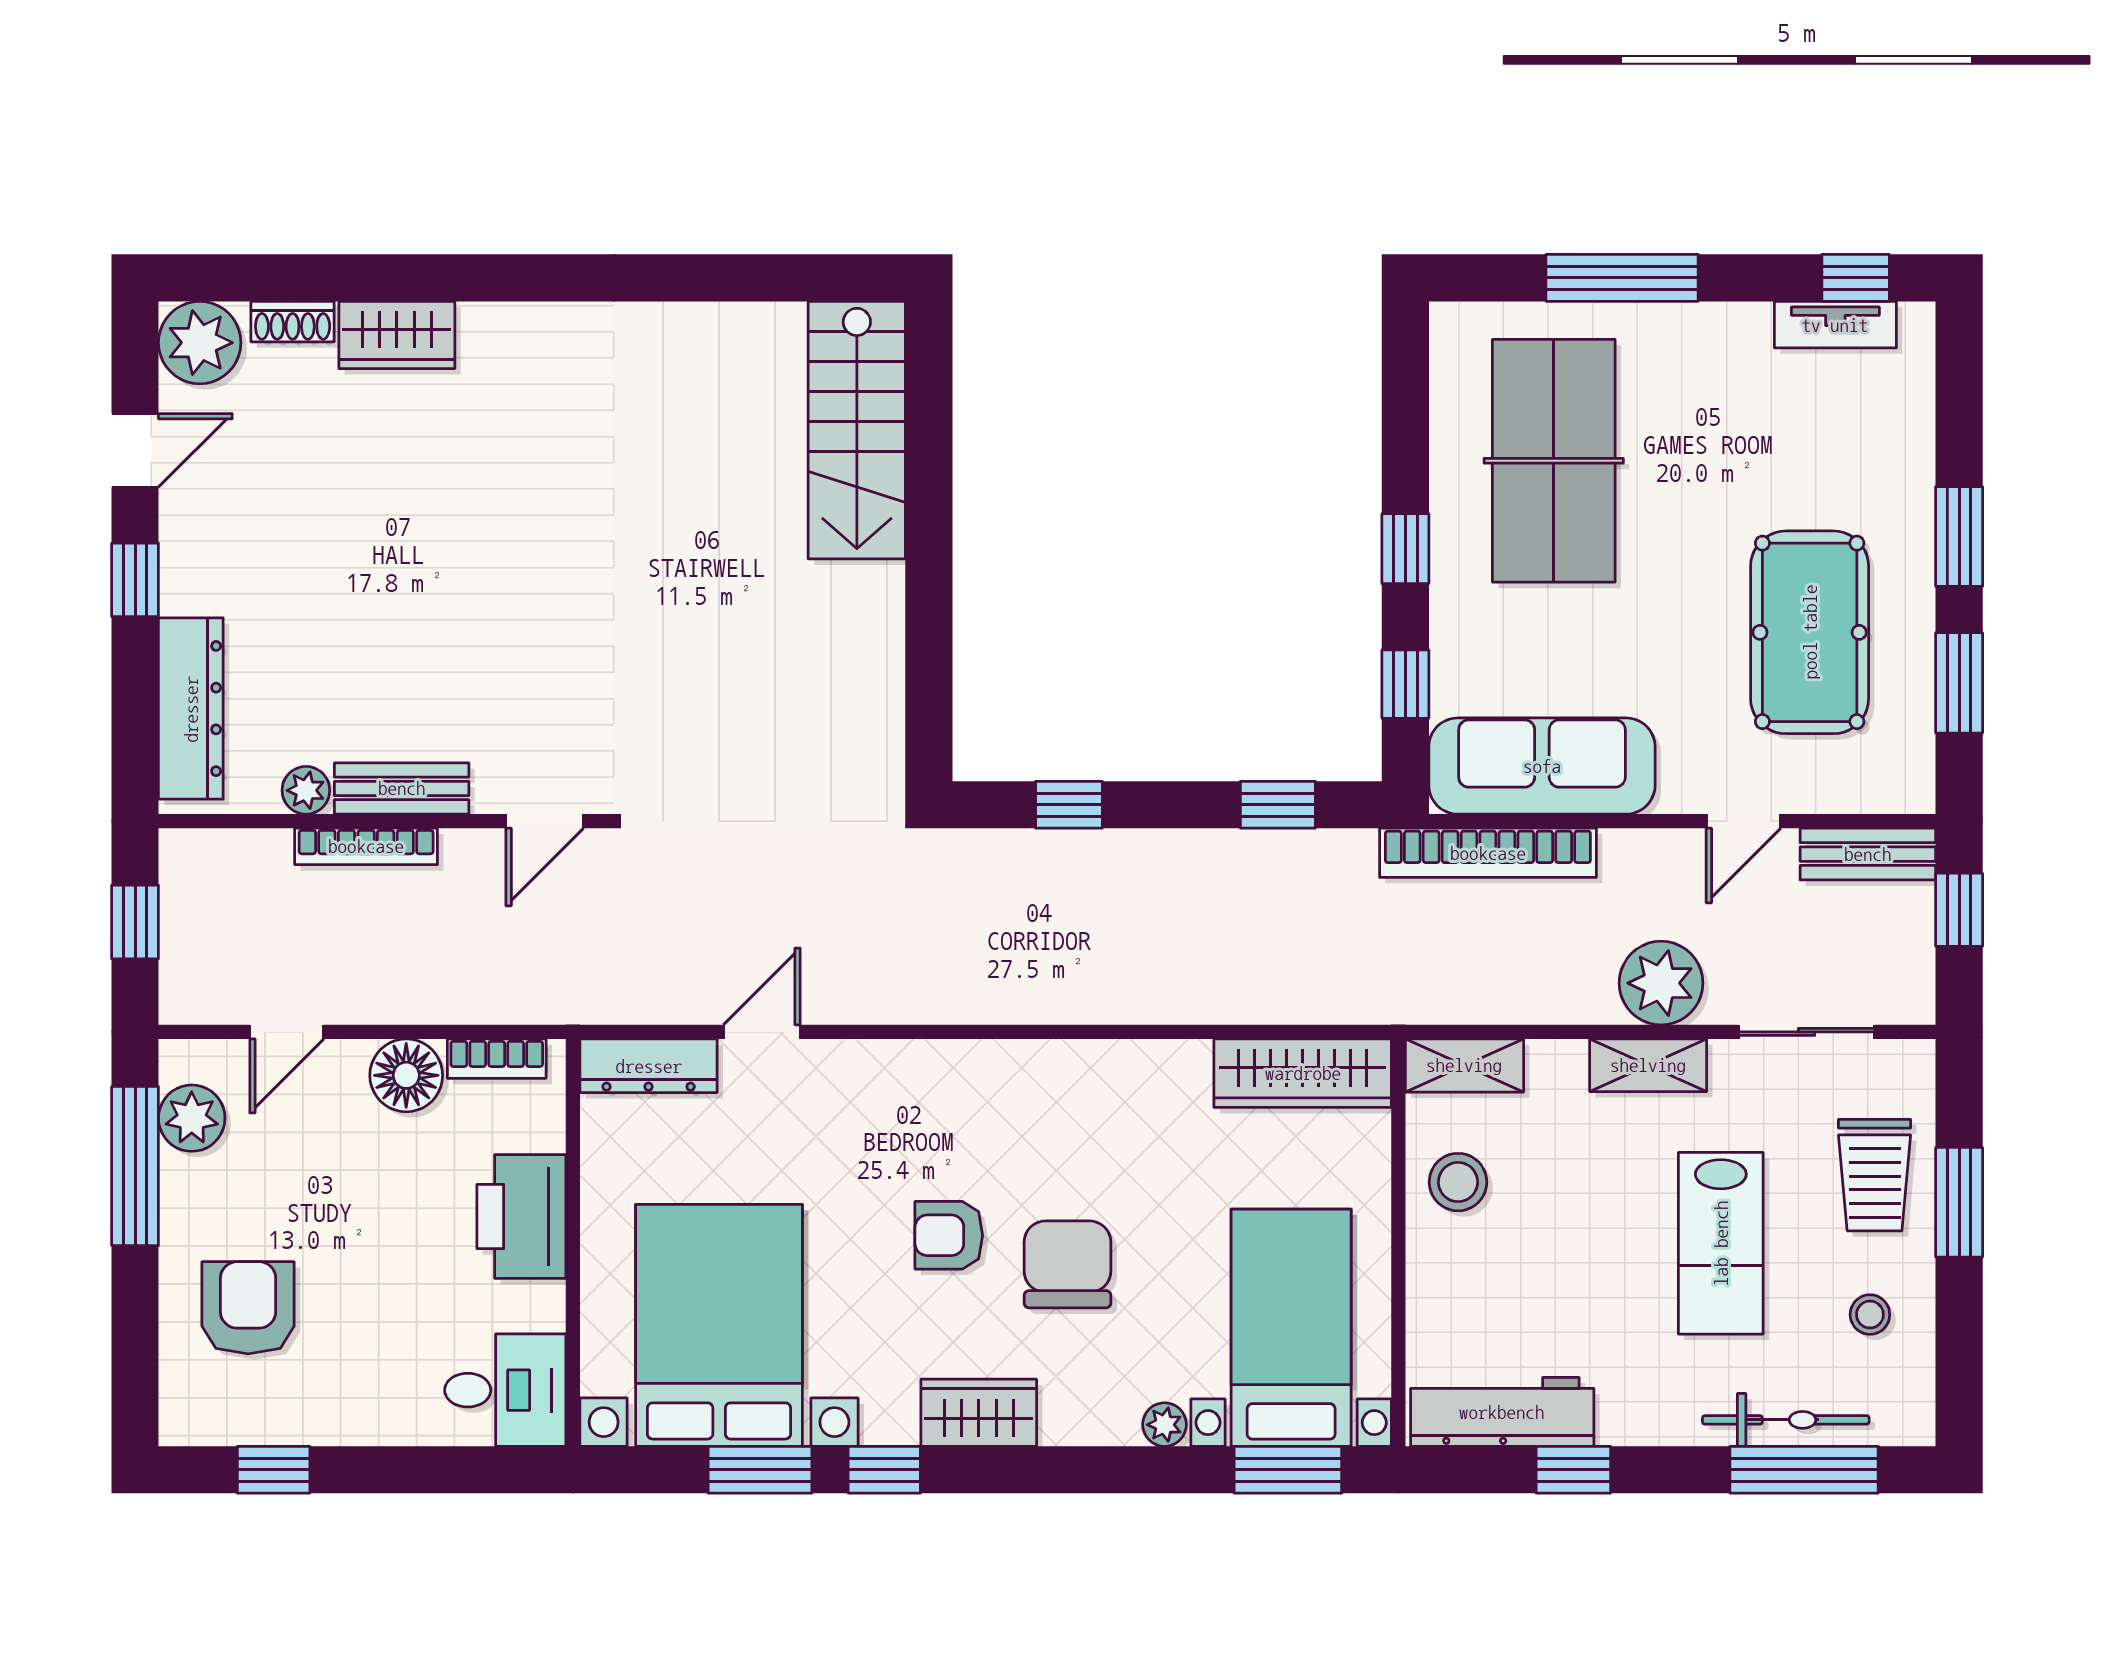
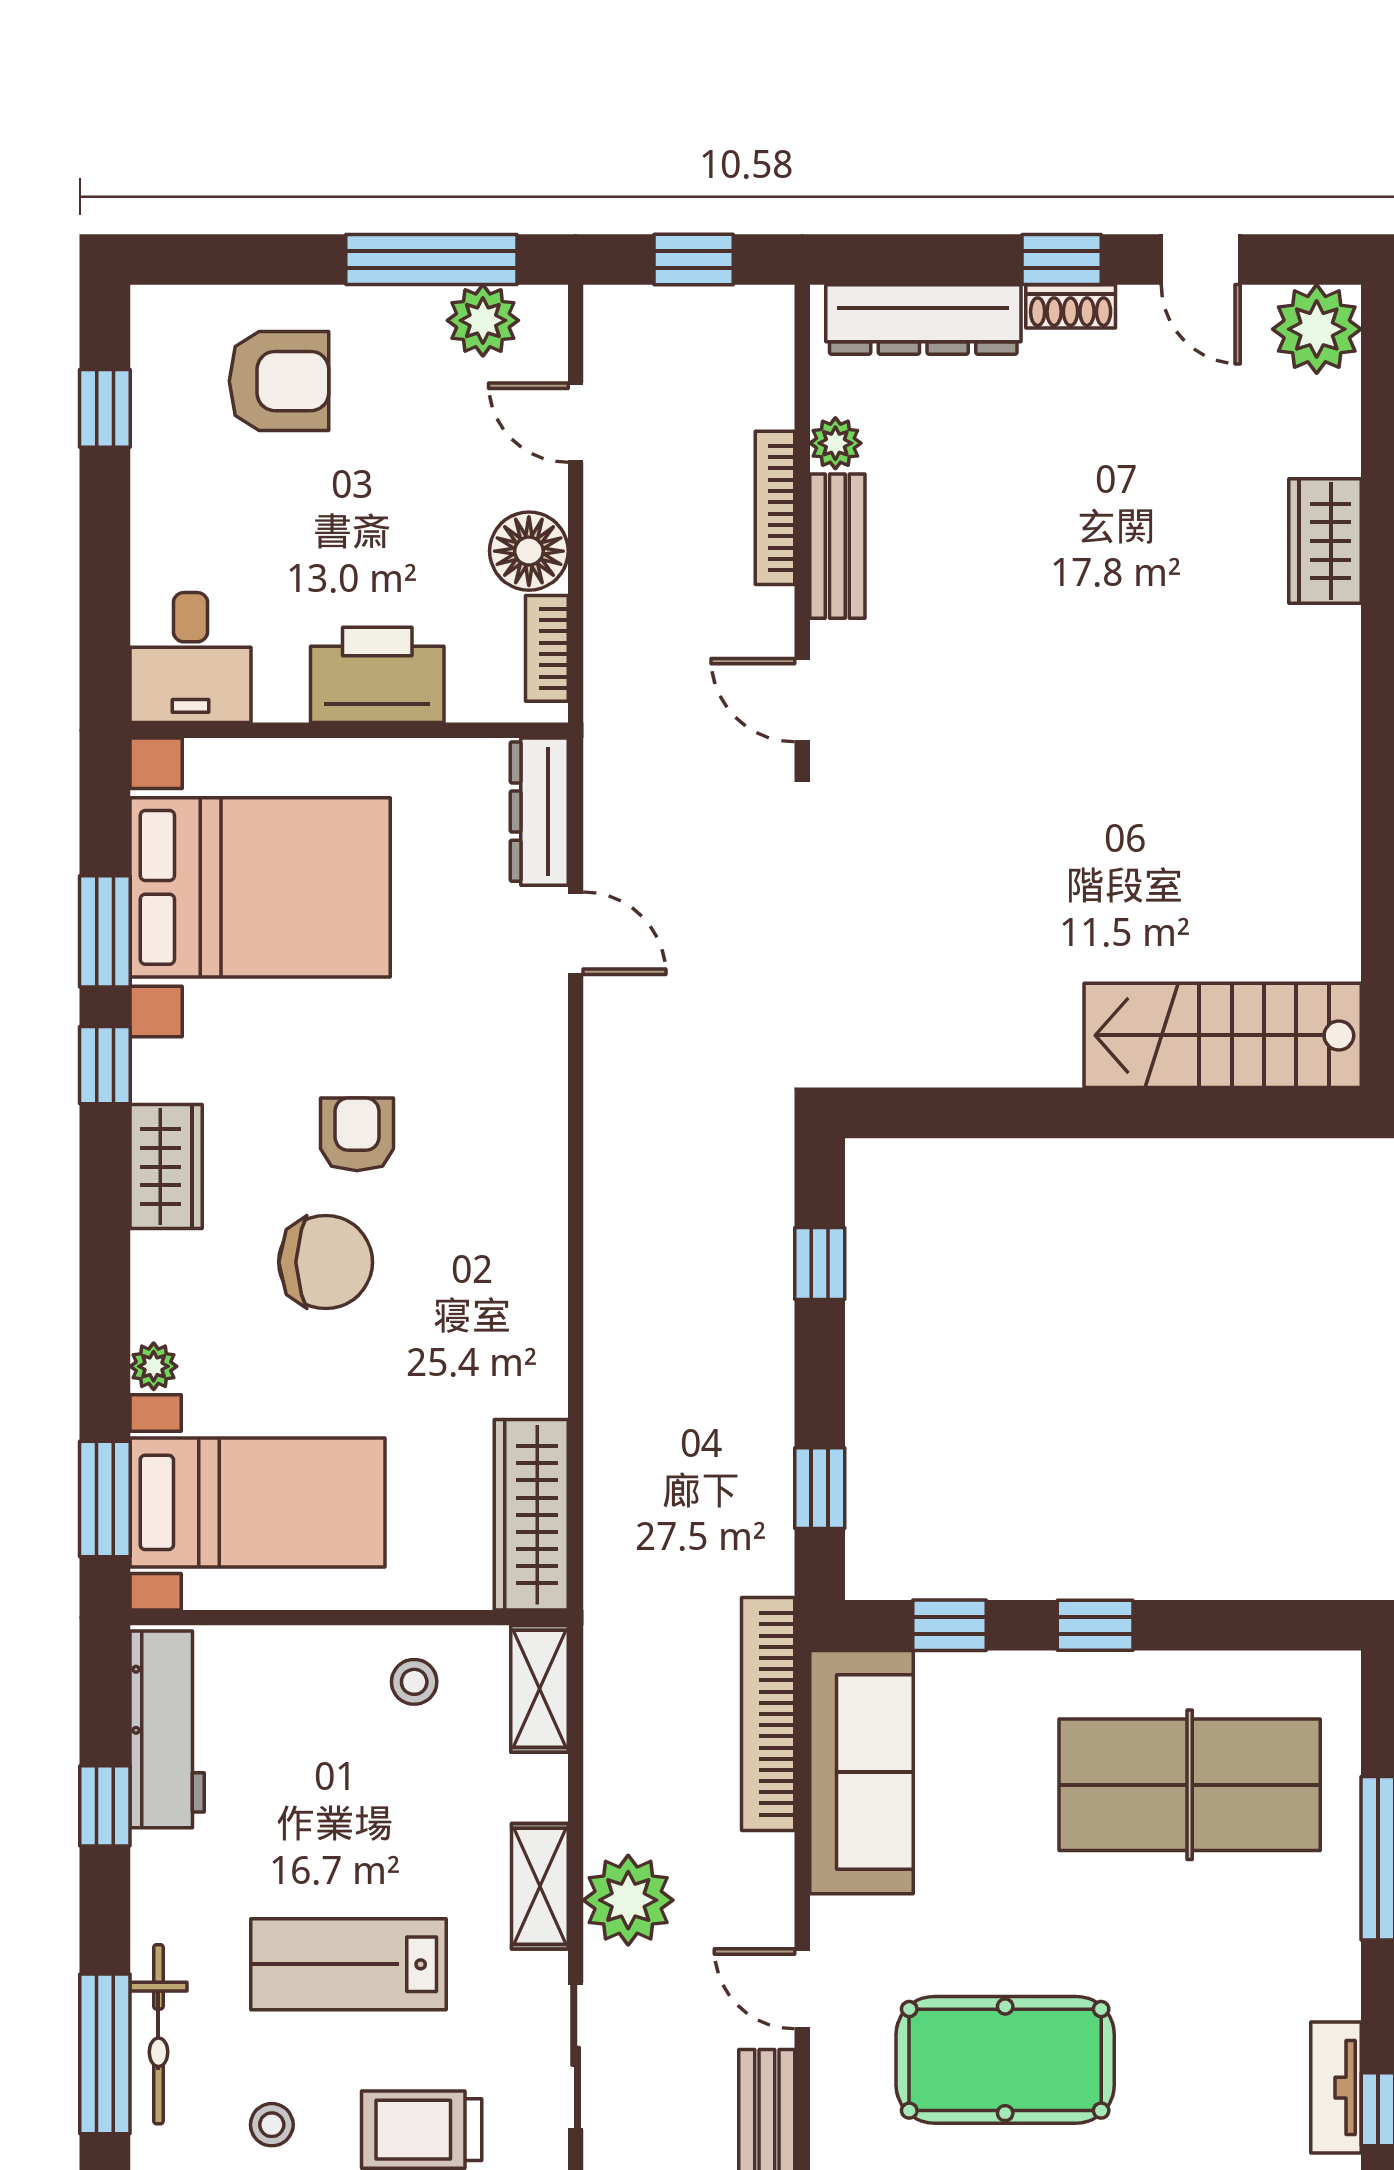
shoe rack: (293, 322) -> (1071, 306), moved, turned -90
stool: (1458, 1182) -> (414, 1682), width x0.73, depth x0.73

